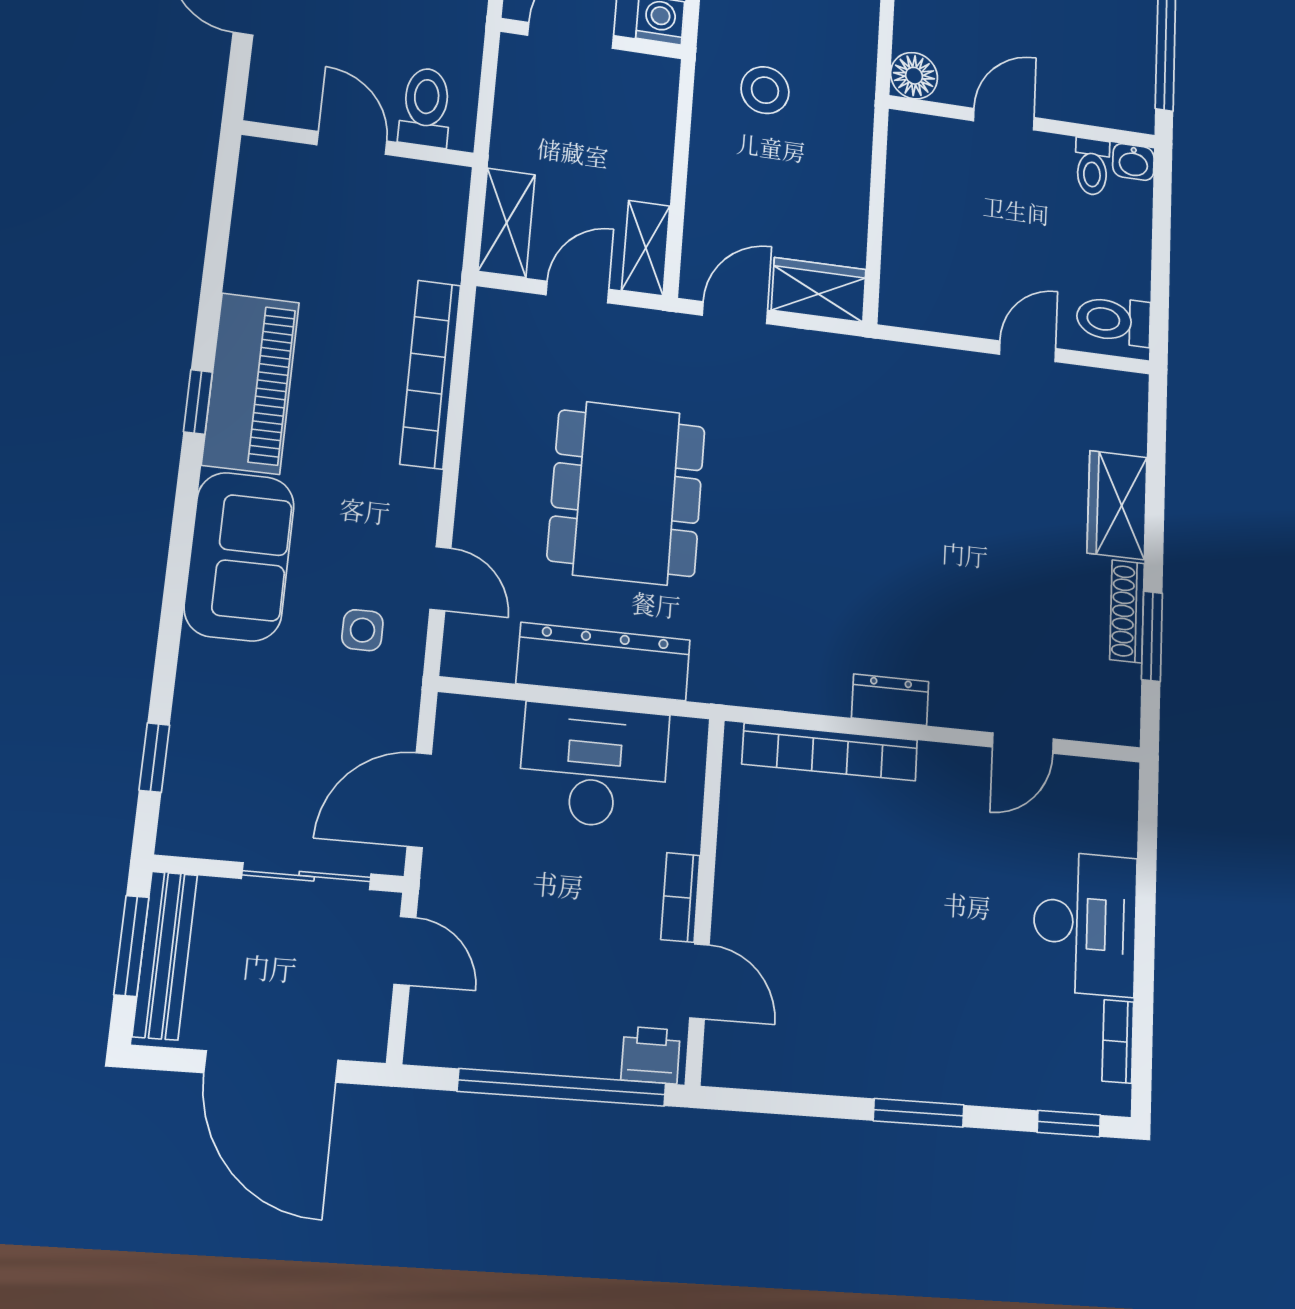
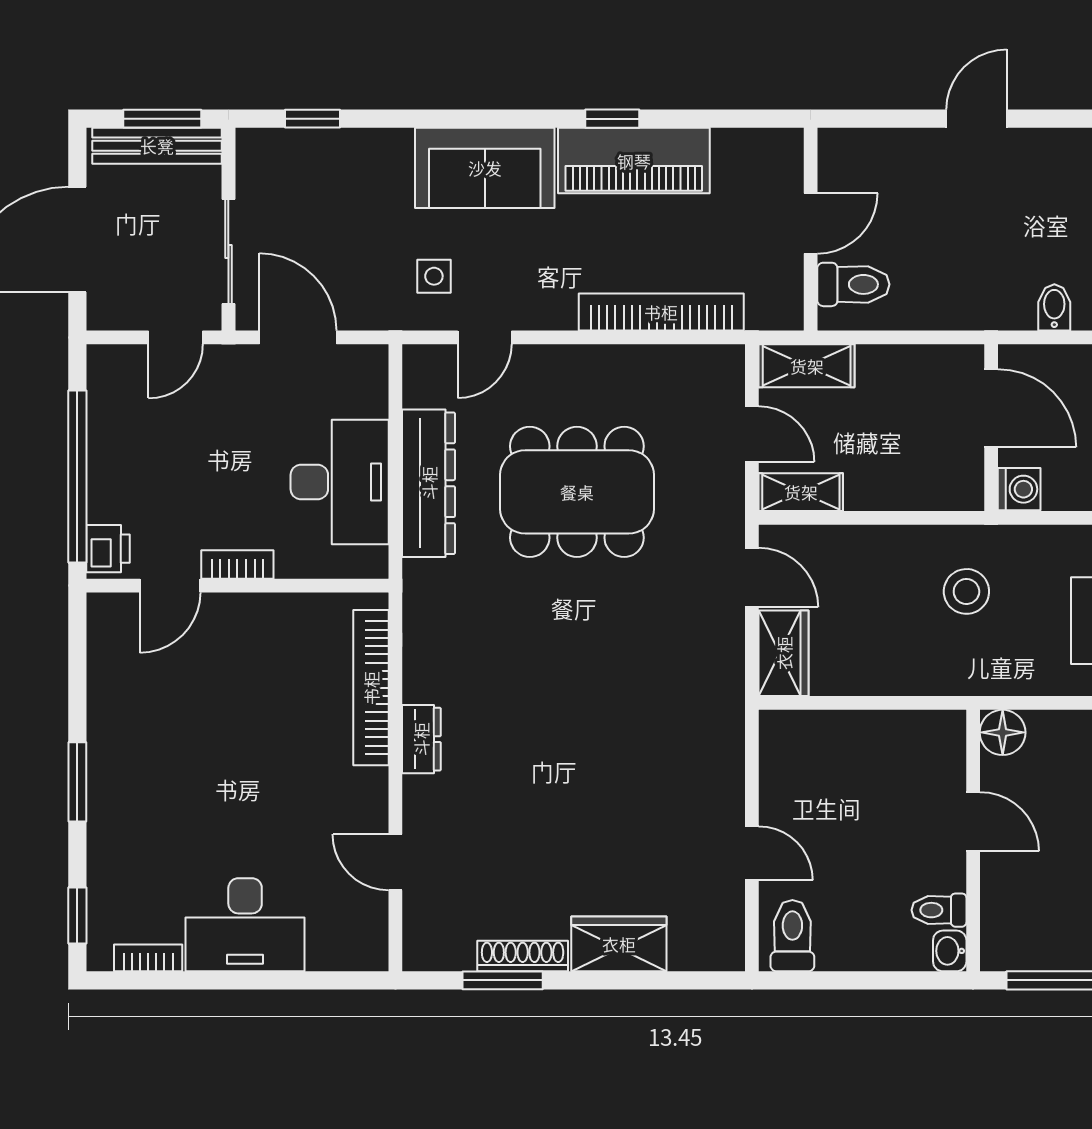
toilet: (426, 107) -> (853, 284), moved
door: (352, 143) -> (811, 223), moved
wall: (358, 144) -> (811, 229), moved

